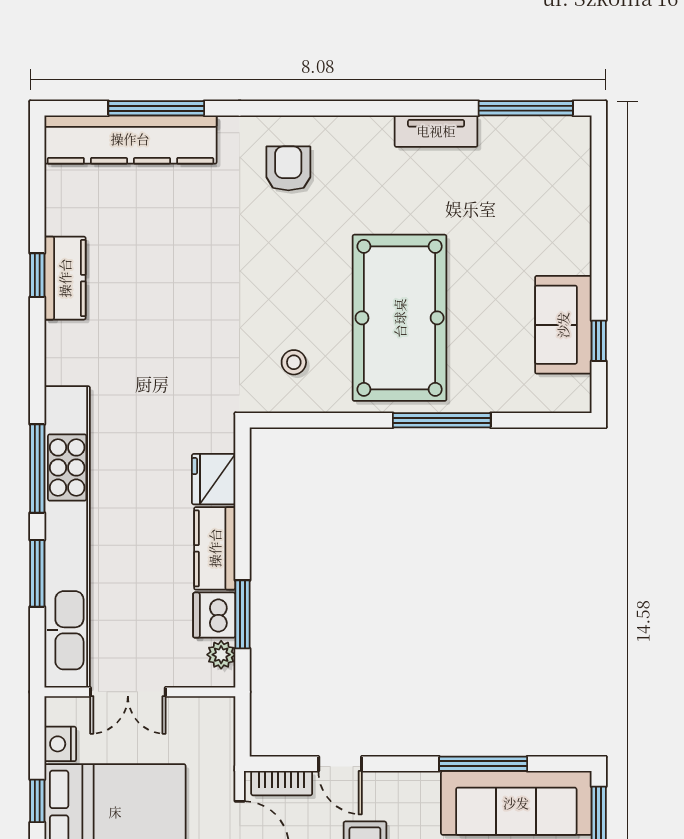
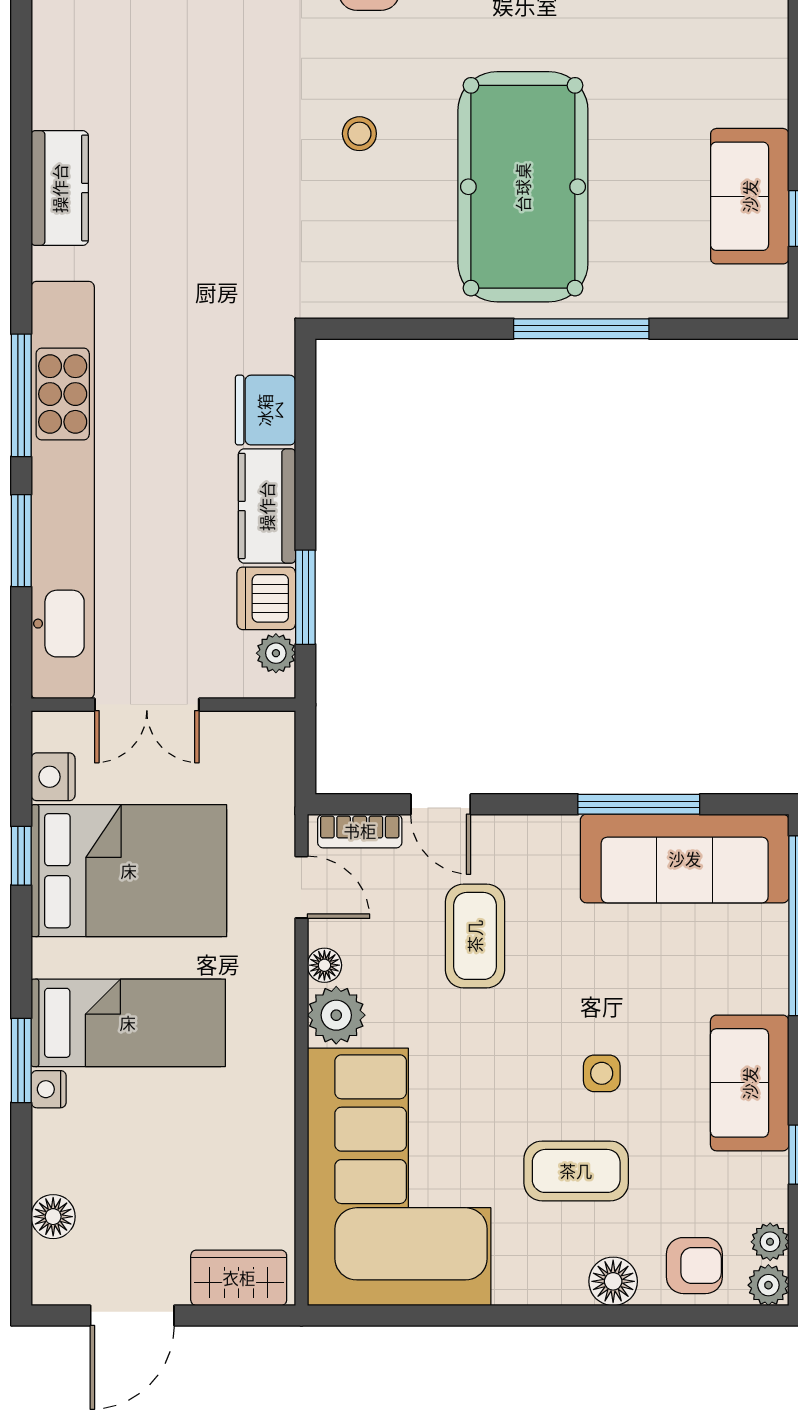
window: (37, 275) -> (21, 128), removed
kitchen counter: (65, 278) -> (60, 188), moved
stool: (294, 362) -> (359, 134), moved

